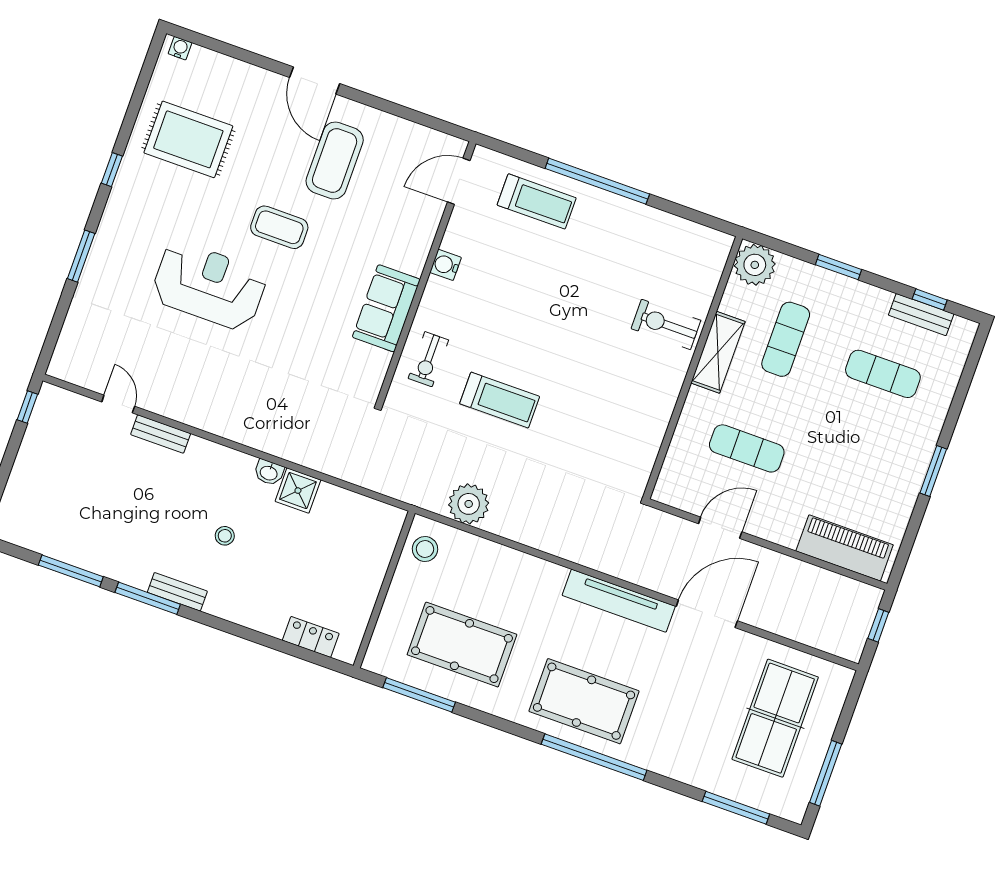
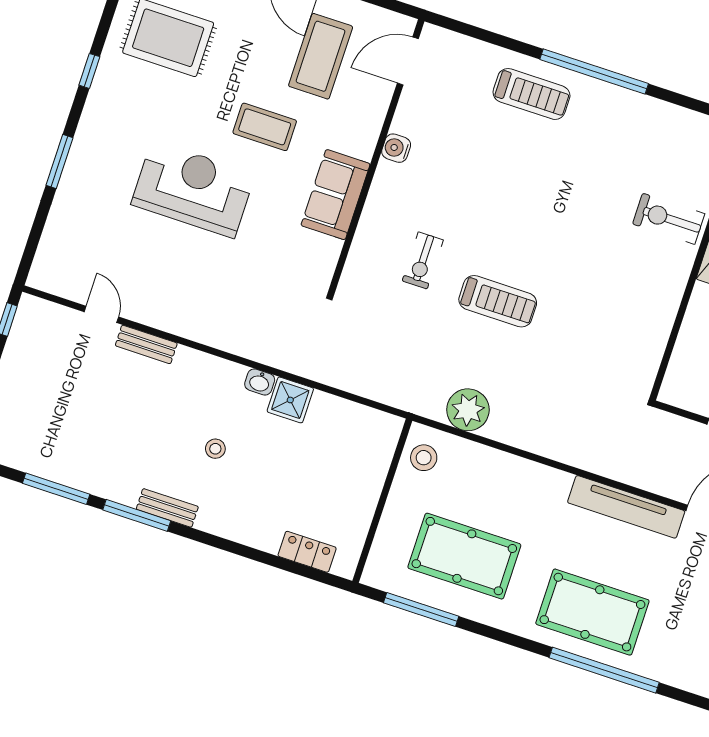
door: (459, 181) -> (408, 61), moved
water cooler: (446, 265) -> (396, 148), moved
wall: (426, 273) -> (376, 157), moved
sofa: (386, 308) -> (336, 195), moved

